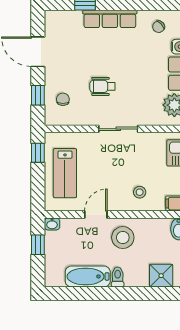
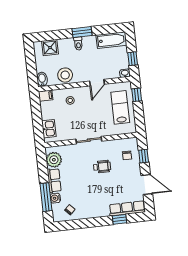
row of seats: (110, 19) -> (127, 208), moved
window: (38, 153) -> (137, 95), moved
stool: (123, 237) -> (65, 75), moved
bathtub: (88, 276) -> (111, 40), moved
window: (110, 294) -> (82, 32), added

